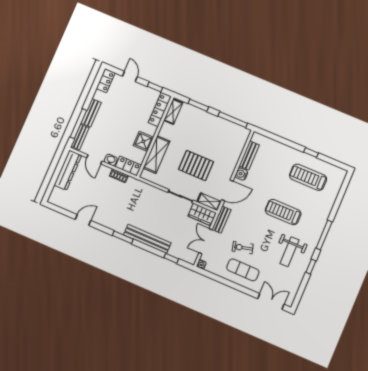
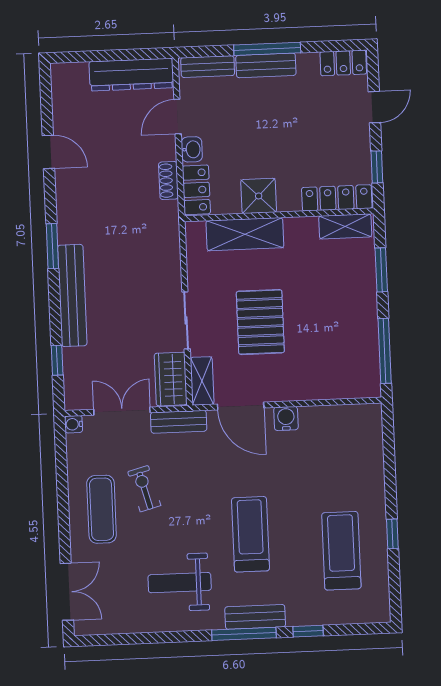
window: (78, 124) -> (267, 49), moved
bench: (249, 155) -> (255, 617), moved
window: (311, 267) -> (308, 631), moved

